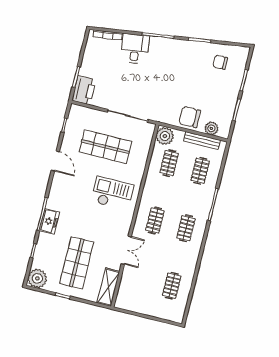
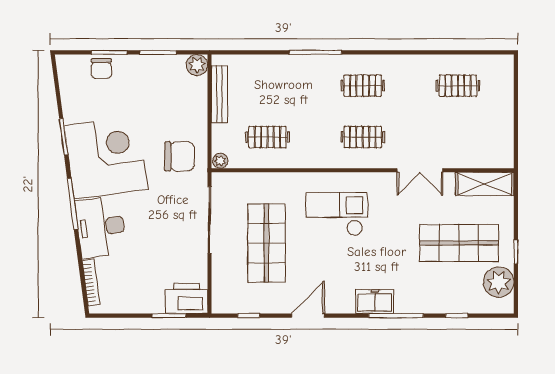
desk: (135, 49) -> (101, 227), width x1.37
chair: (220, 62) -> (101, 69), moved
corner desk: (181, 63) -> (106, 157), added
chair: (190, 117) -> (180, 156), moved, turned -90
plant: (211, 128) -> (197, 65), moved
plant: (165, 136) -> (220, 161), width x0.53, depth x0.53
clothes rail: (200, 171) -> (267, 86), removed
checkout: (112, 193) -> (337, 214), turned 90
freezer: (49, 221) -> (375, 301), moved
double door: (126, 250) -> (420, 170), swing flipped
plant: (37, 278) -> (499, 282), moved

